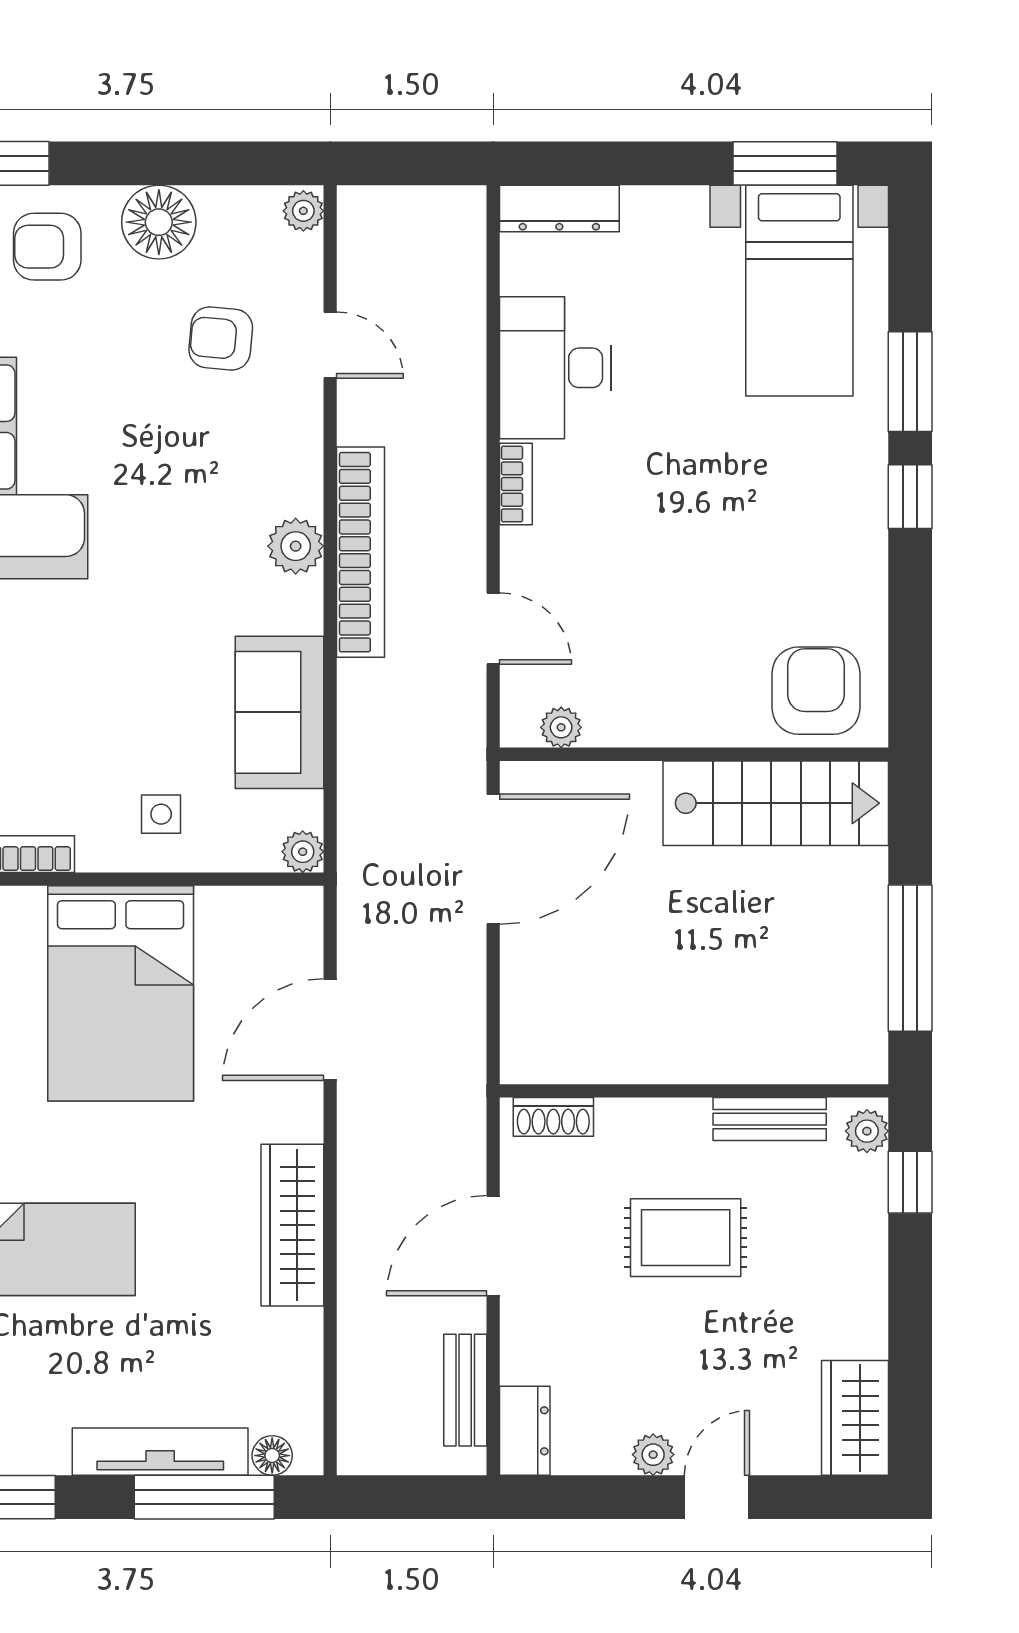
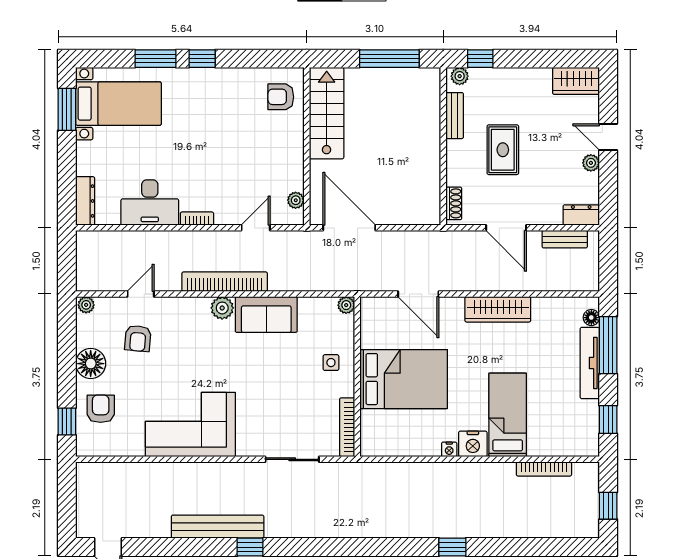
armchair: (47, 247) -> (101, 409), turned 180
armchair: (816, 691) -> (281, 97), width x0.72, depth x0.72
sofa: (280, 712) -> (266, 315), moved

